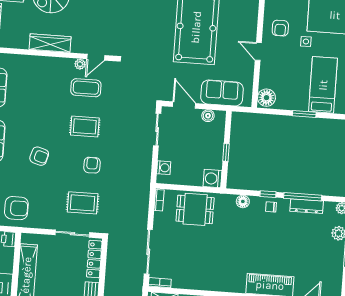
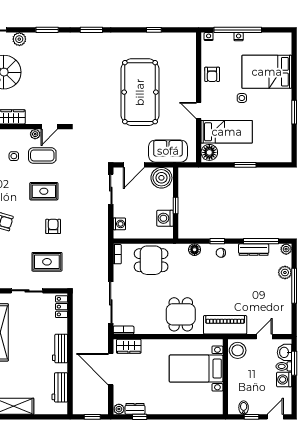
armchair: (280, 28) -> (212, 74), moved
bed: (323, 85) -> (227, 132), moved, turned 90
side table: (55, 86) -> (14, 156), added
door: (184, 105) -> (134, 165), swing flipped
boiler: (208, 116) -> (161, 178), width x1.86, depth x1.86
washing machine: (212, 179) -> (165, 218), moved
window: (303, 197) -> (261, 241), moved
sliding door: (72, 234) -> (27, 291), moved
locker: (94, 259) -> (62, 307), width x0.66
dining table: (223, 270) -> (181, 314), added

